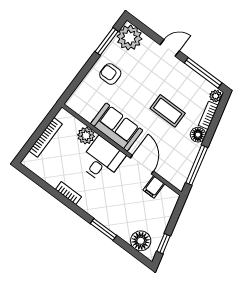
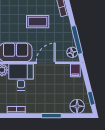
floor lamp: (198, 135) -> (72, 52), moved
door: (142, 165) -> (46, 63), hinge flipped
filing cabinet: (154, 187) -> (75, 70), moved

